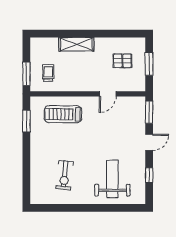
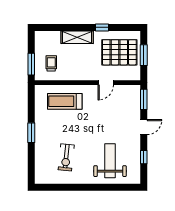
window: (104, 34) -> (102, 27), added
pallet: (122, 61) -> (119, 52), width x2.05, depth x2.00
window: (26, 121) -> (31, 133), moved

